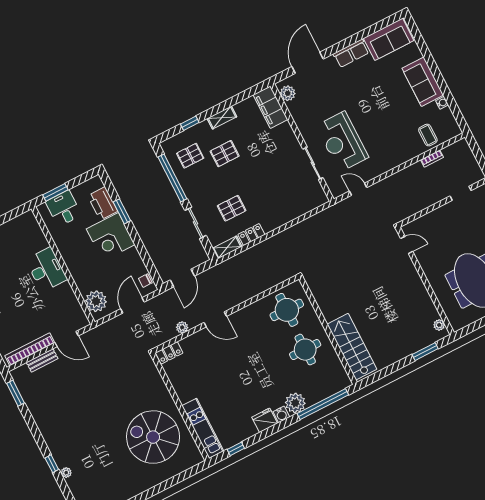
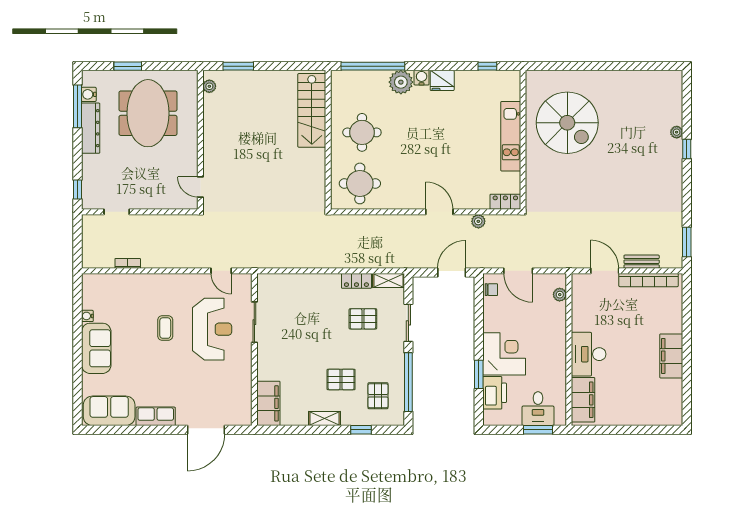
plant: (288, 93) -> (243, 409), removed
coffee table: (428, 135) -> (165, 328), moved
pallet: (190, 156) -> (378, 396), turned 90
filing cabinet: (33, 233) -> (583, 400), added
plant: (96, 301) -> (560, 295), width x0.53, depth x0.53
door: (132, 305) -> (518, 271), hinge flipped
kitchen unit: (203, 428) -> (511, 136), moved

